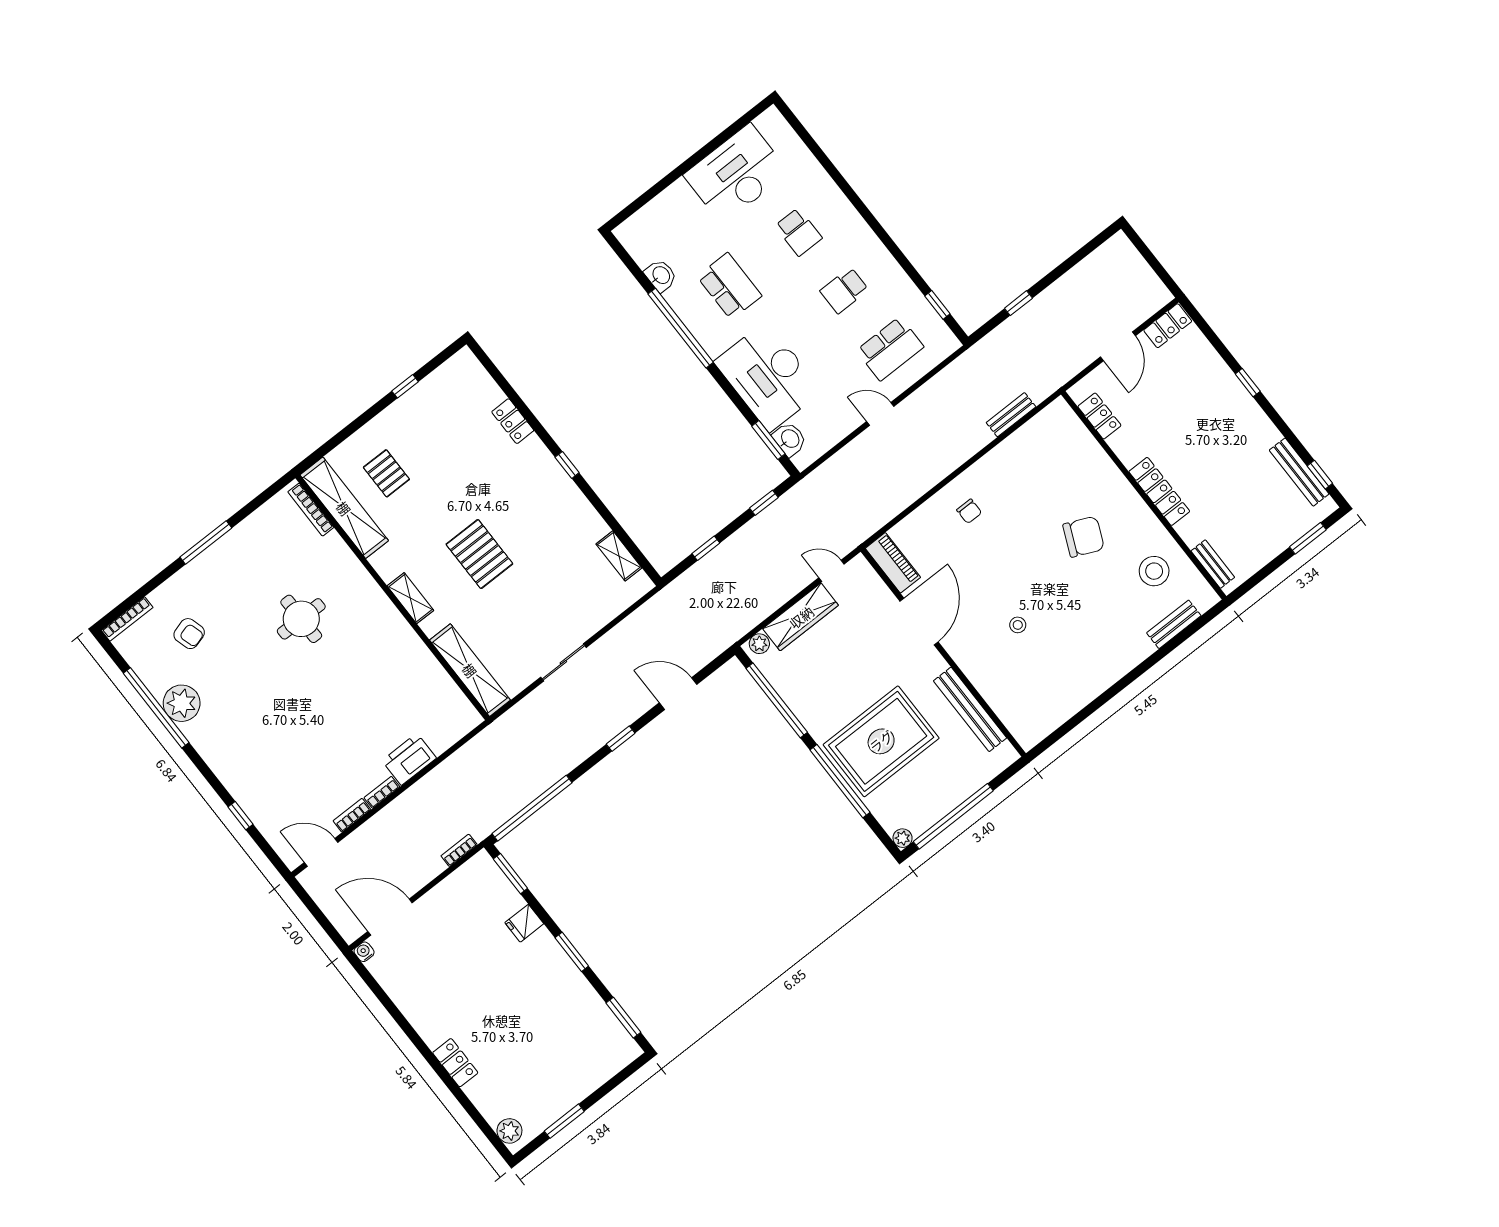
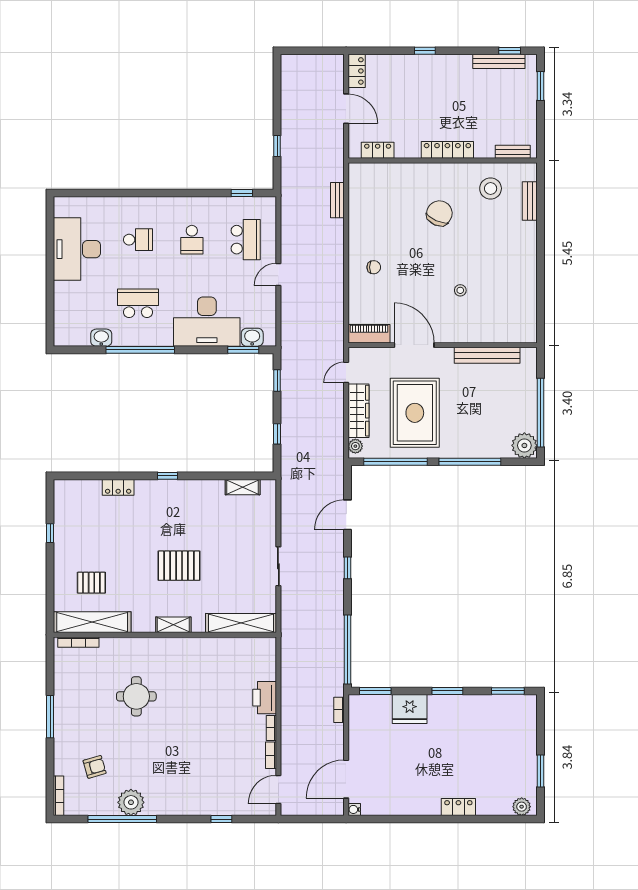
rug: (881, 741) -> (415, 413), moved
plant: (903, 838) -> (524, 445), width x1.88, depth x1.88
fridge: (524, 923) -> (410, 709), width x1.88, depth x1.34

